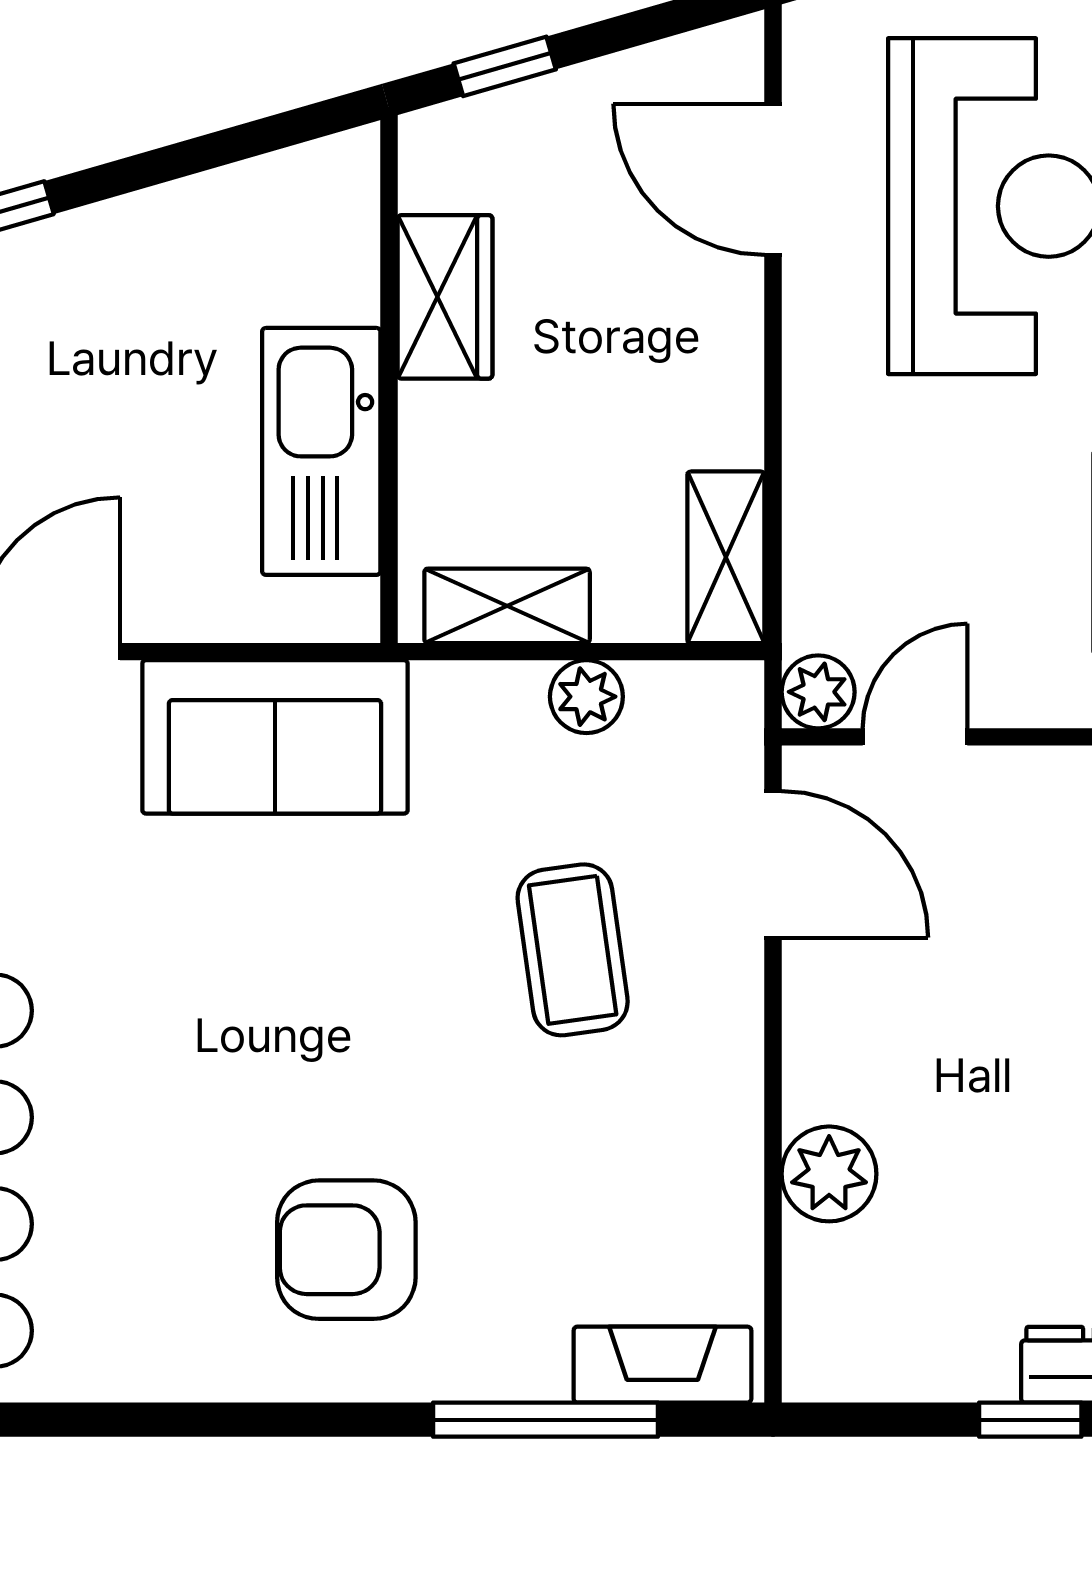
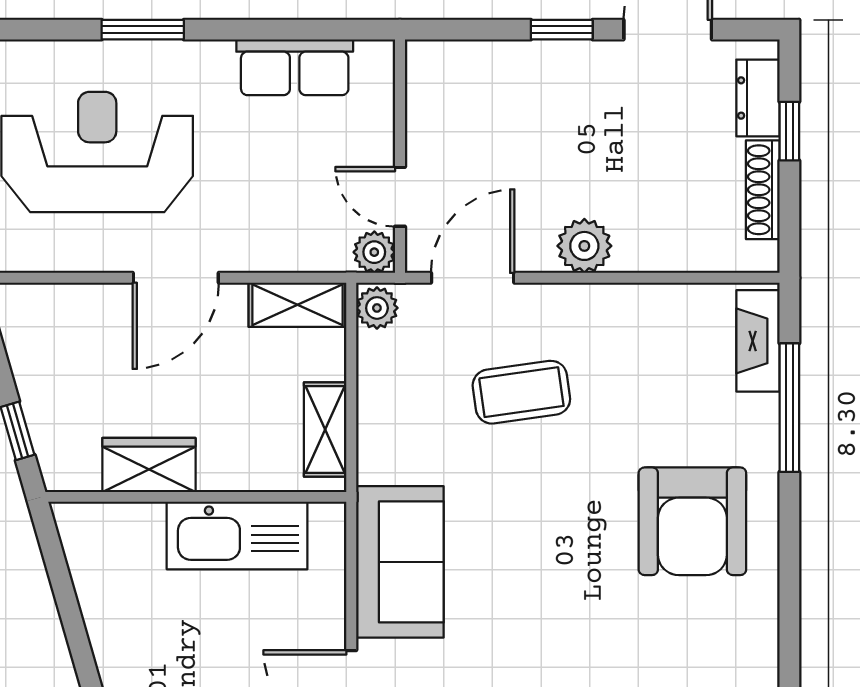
door: (773, 179) -> (176, 278), moved
plant: (586, 697) -> (377, 308), moved
plant: (829, 1174) -> (584, 246), moved
armchair: (346, 1250) -> (692, 521), width x1.36, depth x1.36
shoe rack: (928, 1373) -> (763, 190), added

